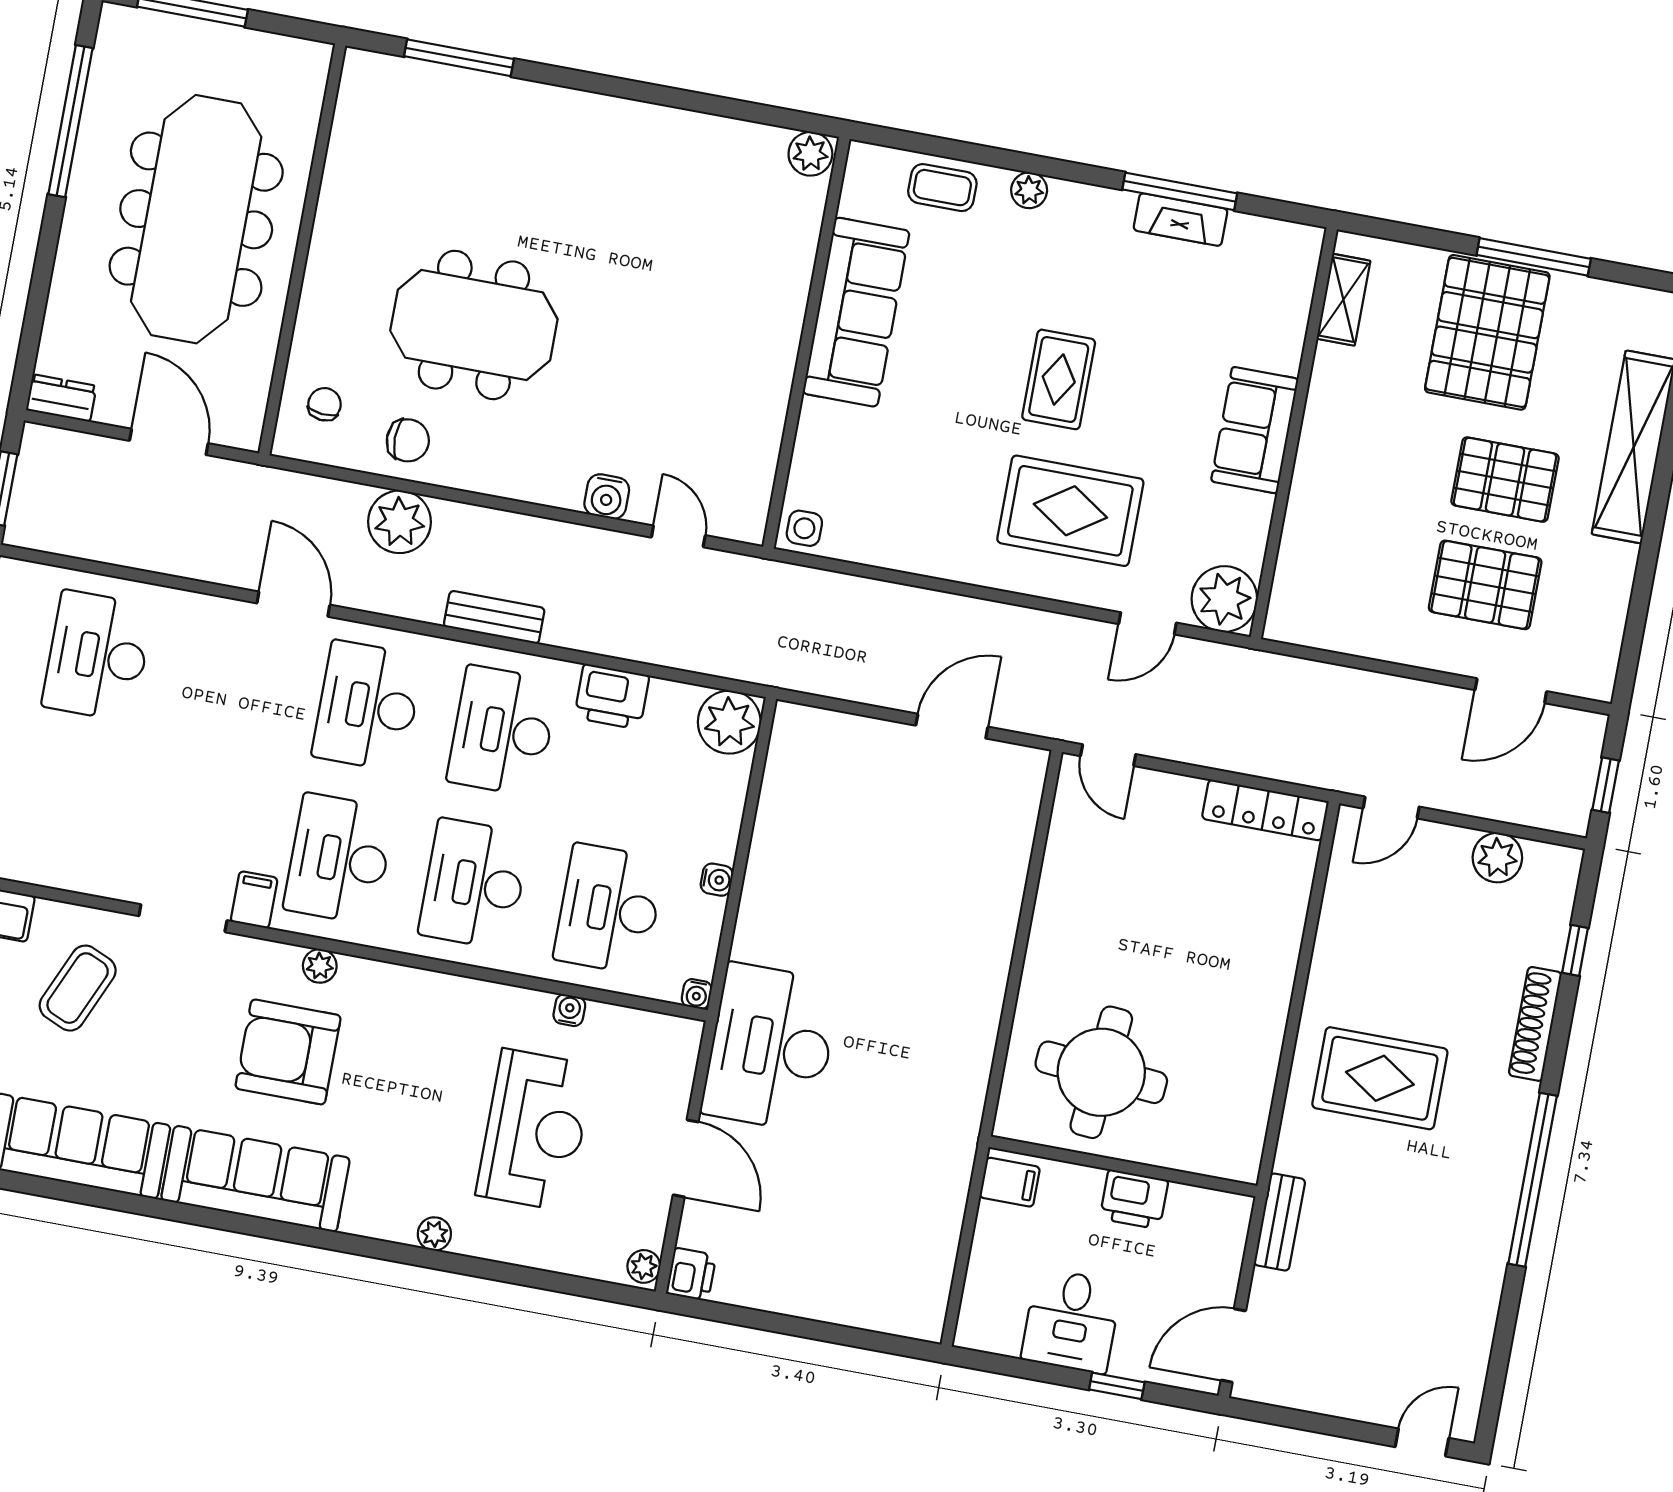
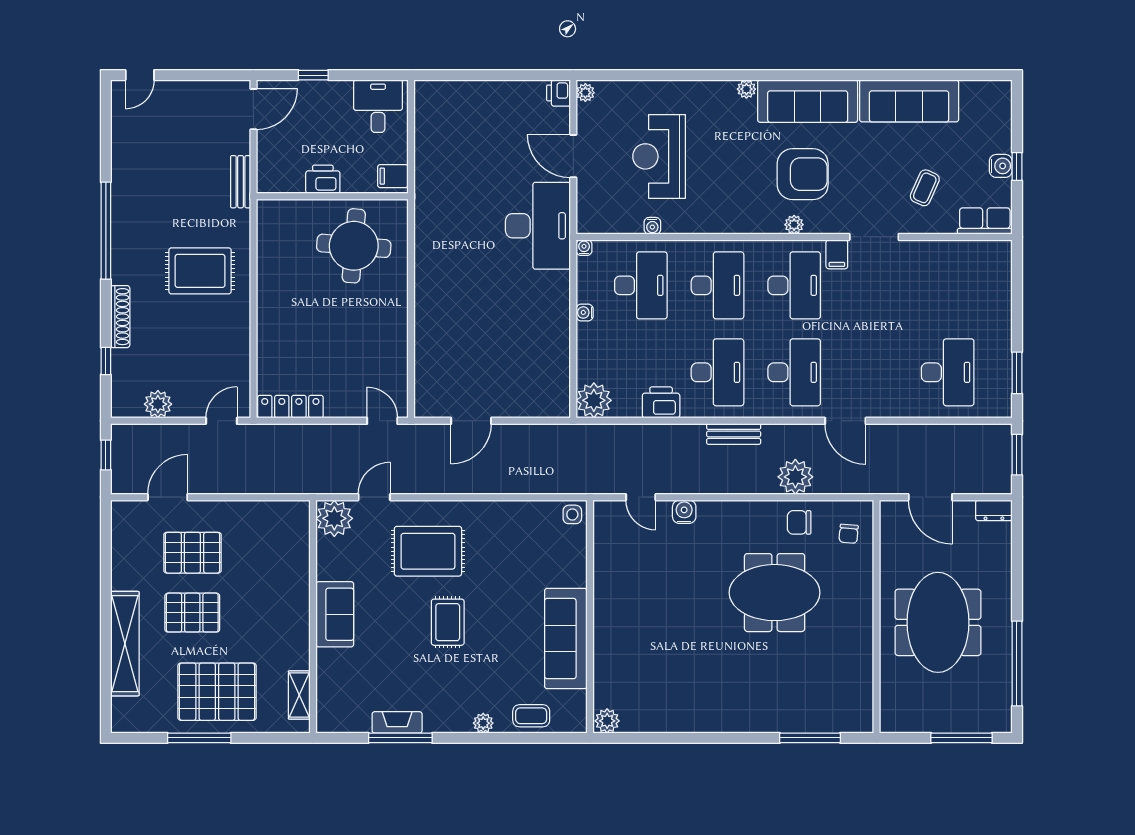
meeting table: (196, 219) -> (938, 622), width x0.73
pallet: (1487, 332) -> (217, 692), turned 90
coffee table: (78, 988) -> (925, 188), width x0.73, depth x0.77
plant: (434, 1234) -> (746, 89), moved
desk: (1071, 1321) -> (378, 106), moved

